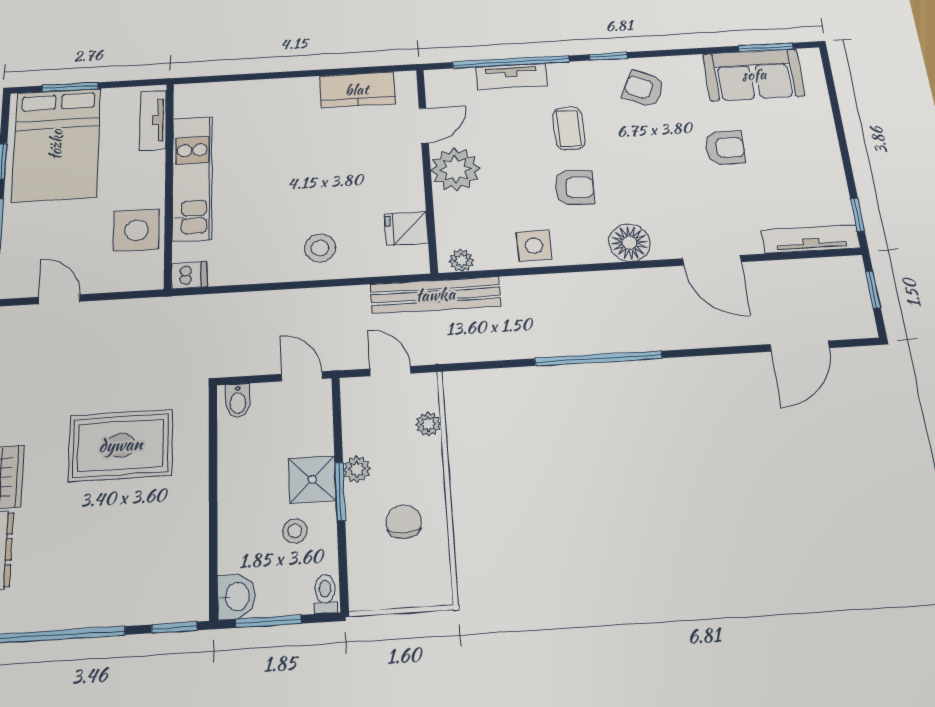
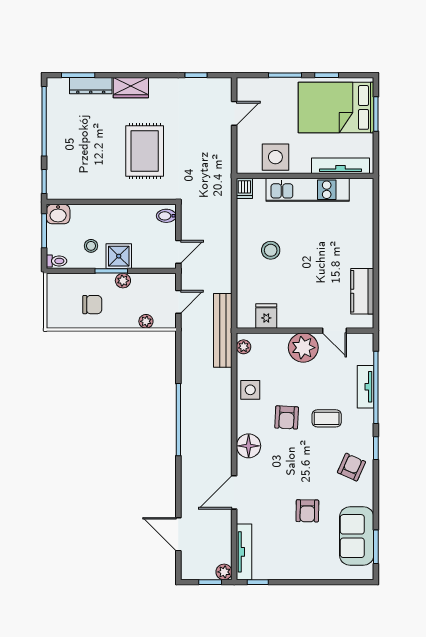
tv unit: (153, 120) -> (341, 166), width x1.41
stool: (320, 248) -> (271, 250), moved
plant: (851, 268) -> (224, 572), added

